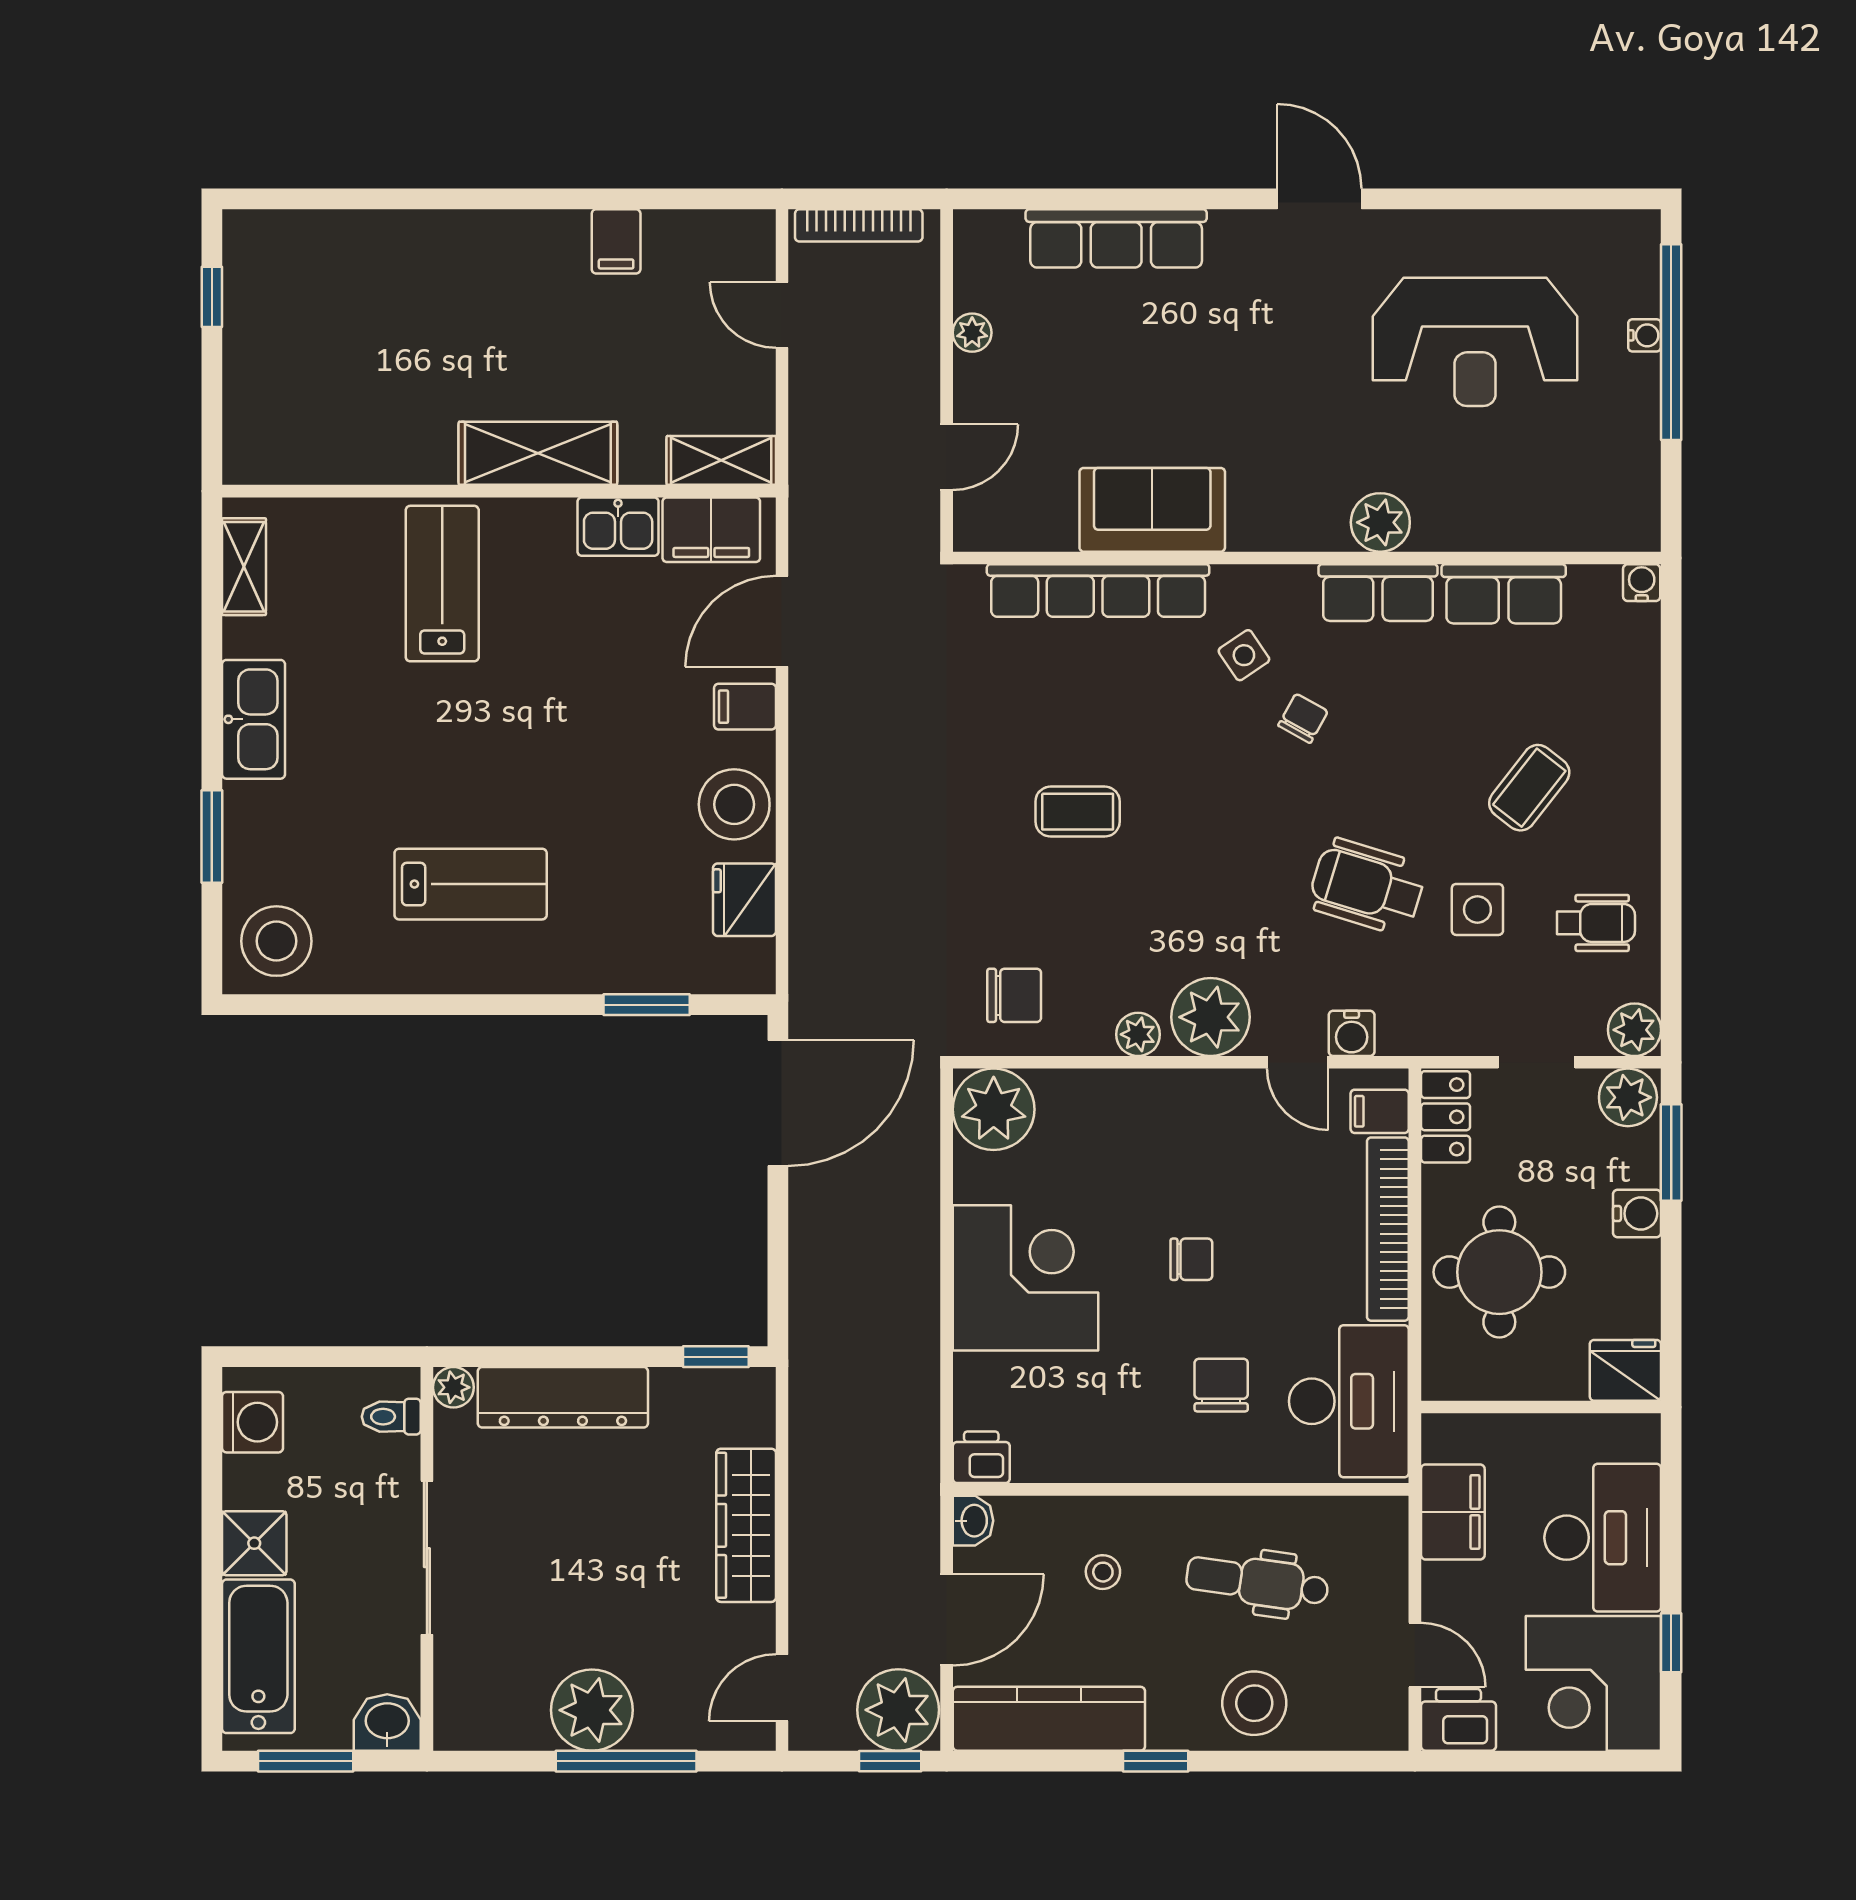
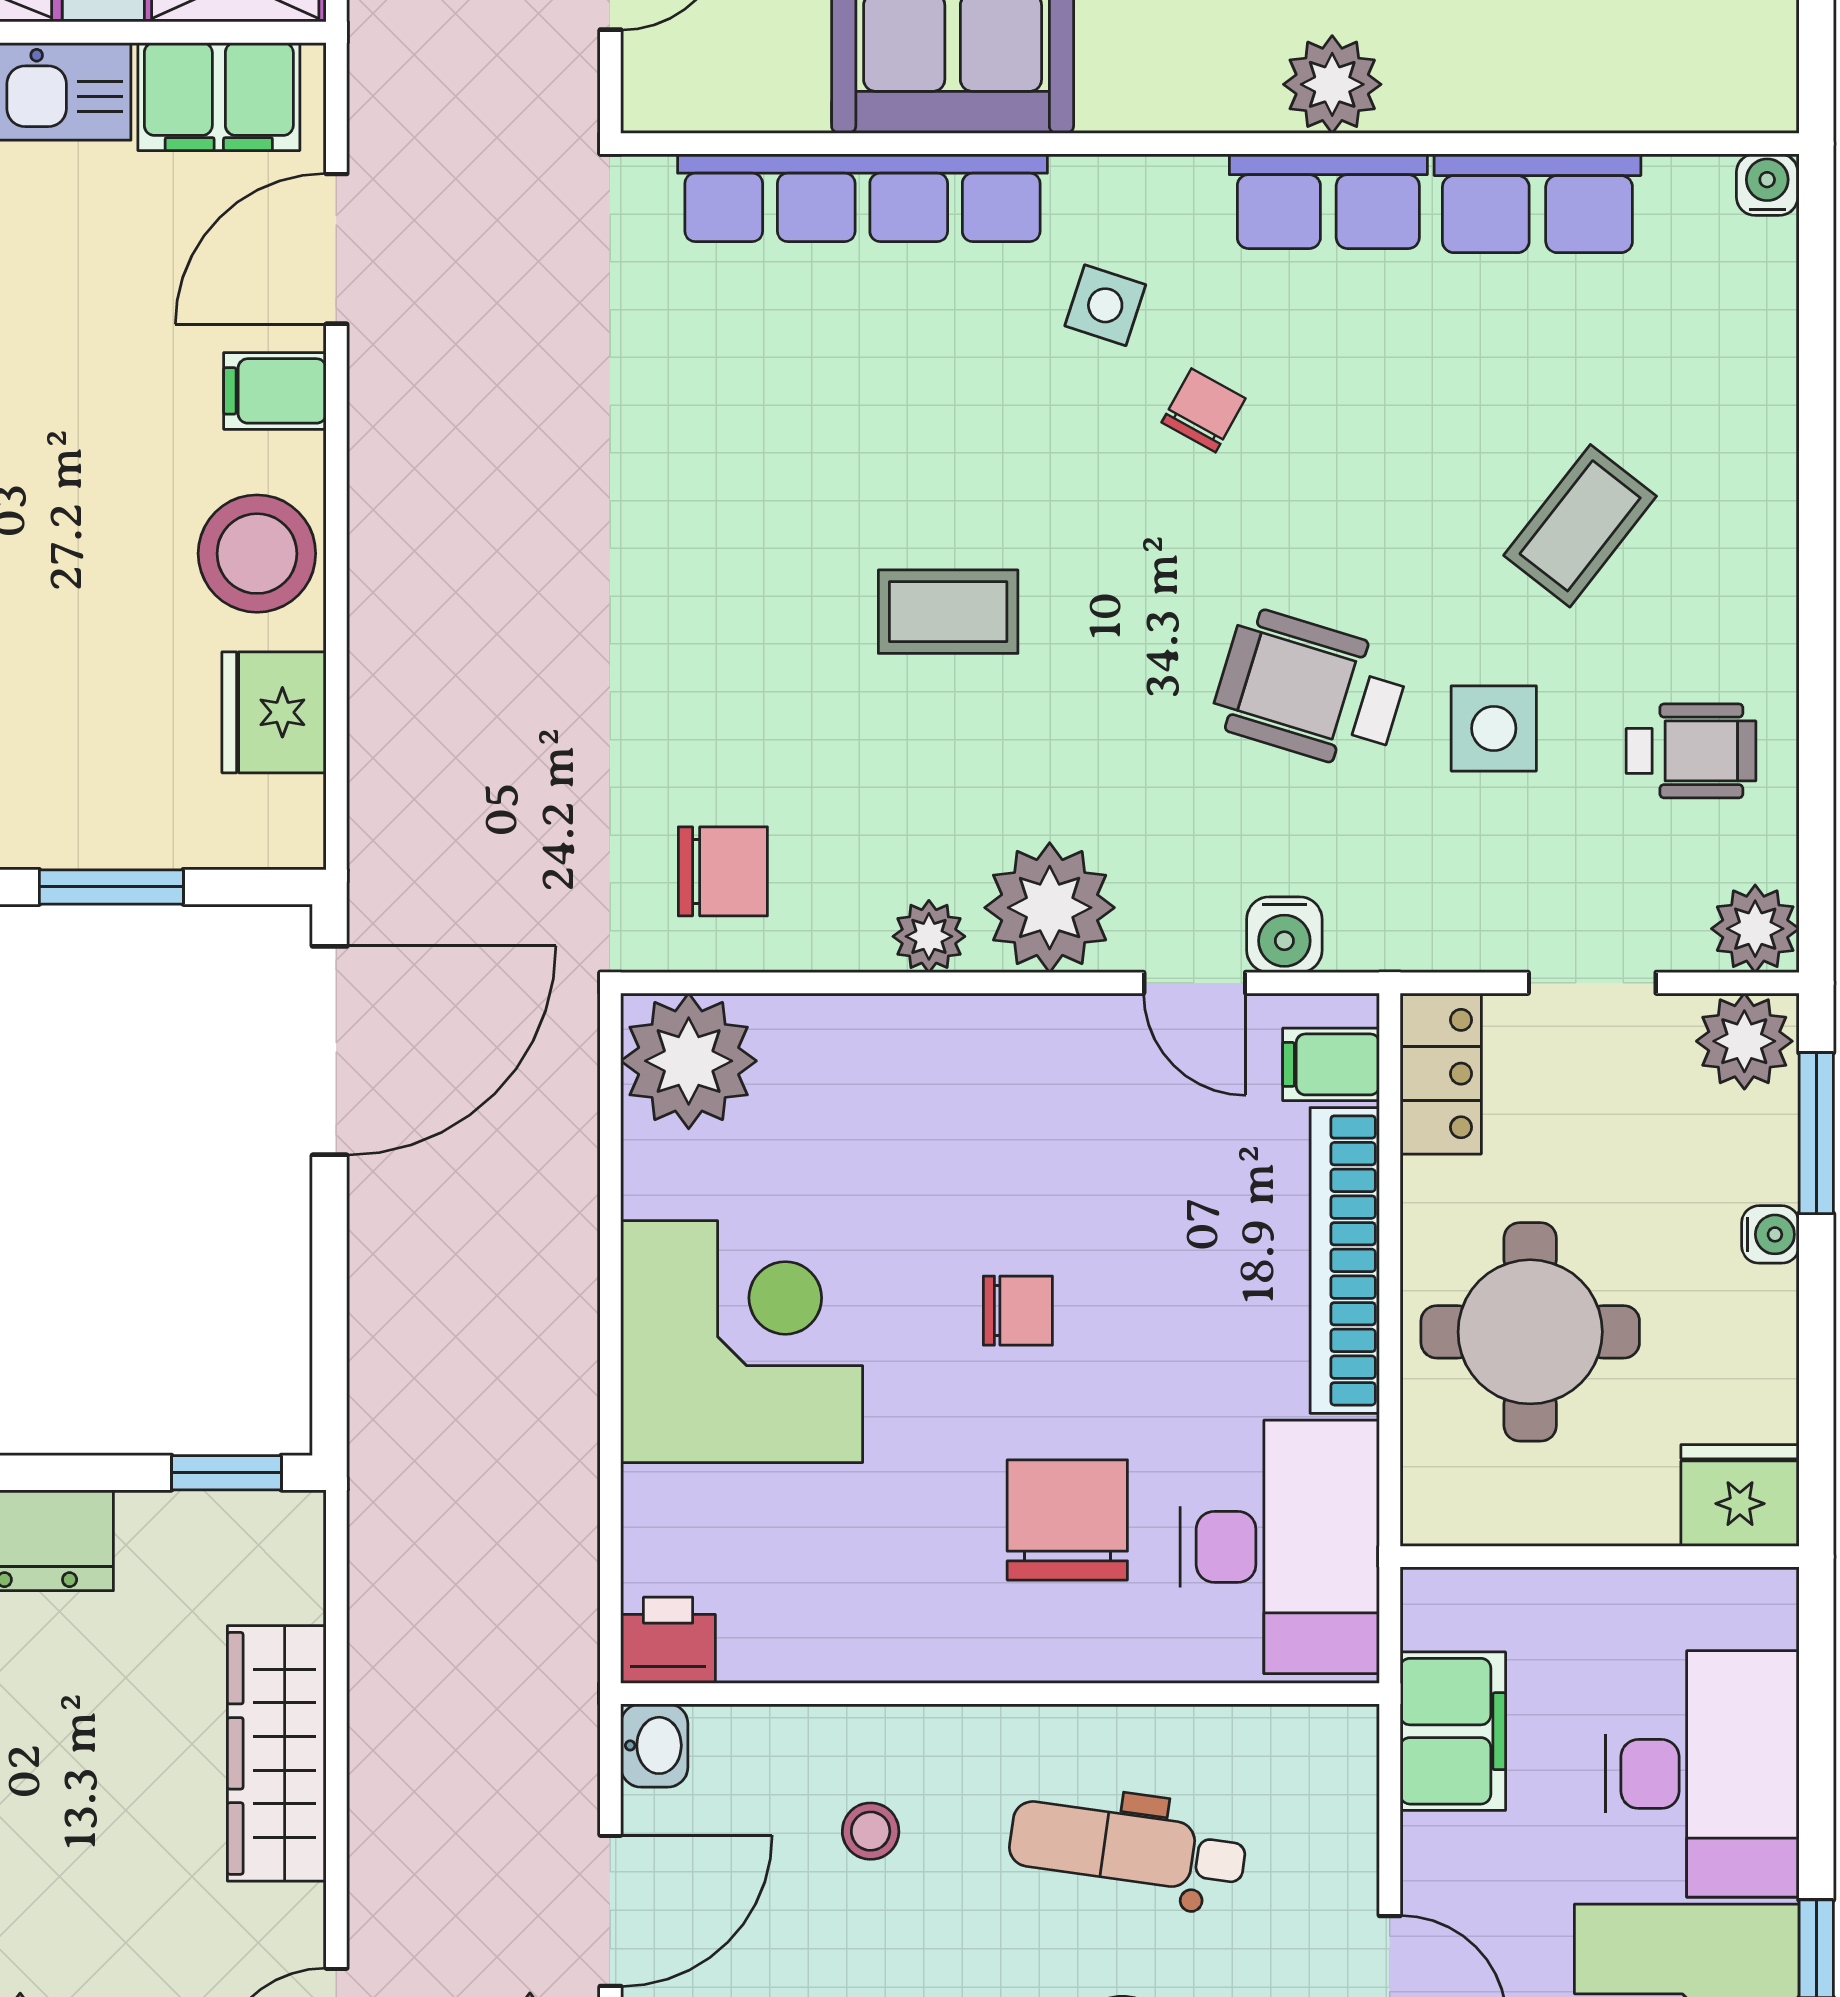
side table: (1244, 655) -> (1105, 305), turned -38
coffee table: (1078, 812) -> (948, 612), moved
water cooler: (1637, 1213) -> (1770, 1234), width x0.72, depth x0.72
chair: (1221, 1385) -> (1067, 1520), width x1.37, depth x1.37

